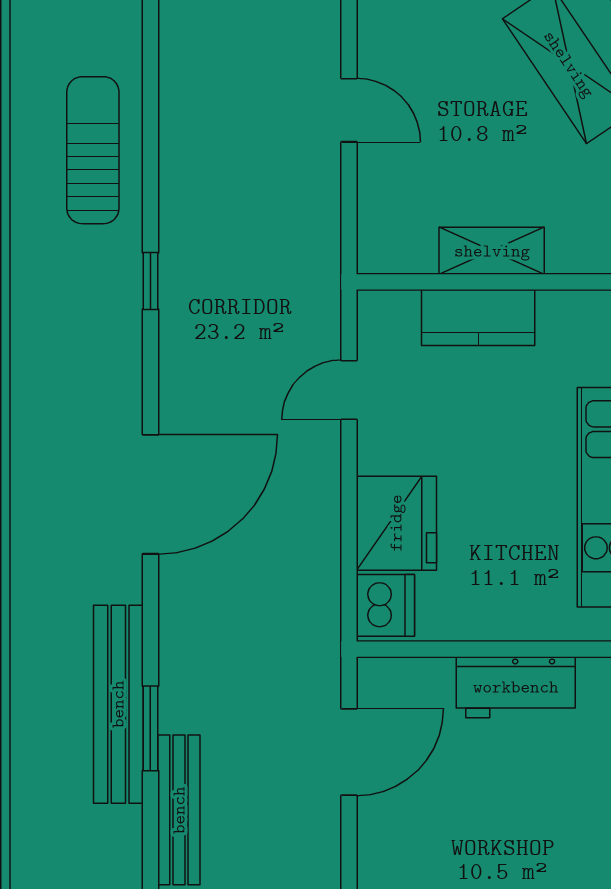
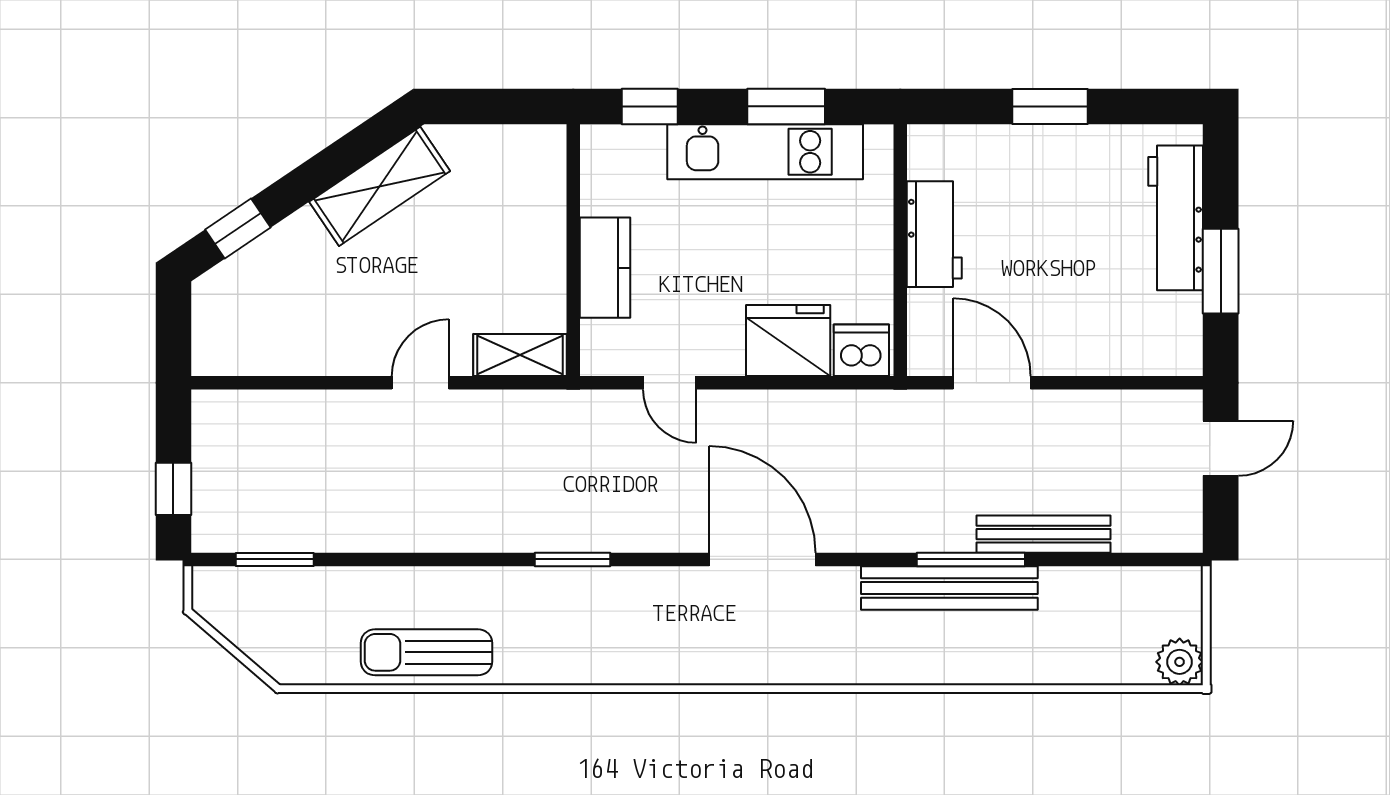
sun lounger: (93, 150) -> (426, 652), moved
shelving: (492, 251) -> (520, 355), moved, turned 90
window: (150, 281) -> (573, 559), width x1.50
window: (150, 728) -> (971, 559), width x1.44

